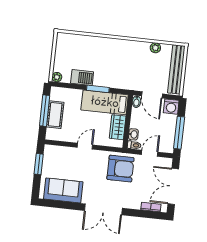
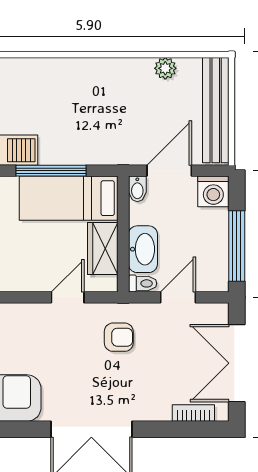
window: (98, 89) -> (51, 171), width x1.44
door: (152, 95) -> (169, 171), swing flipped
washbasin: (133, 134) -> (143, 249), width x1.91, depth x1.45
door: (85, 146) -> (68, 297), moved
armchair: (120, 169) -> (119, 337), width x0.53, depth x0.53

